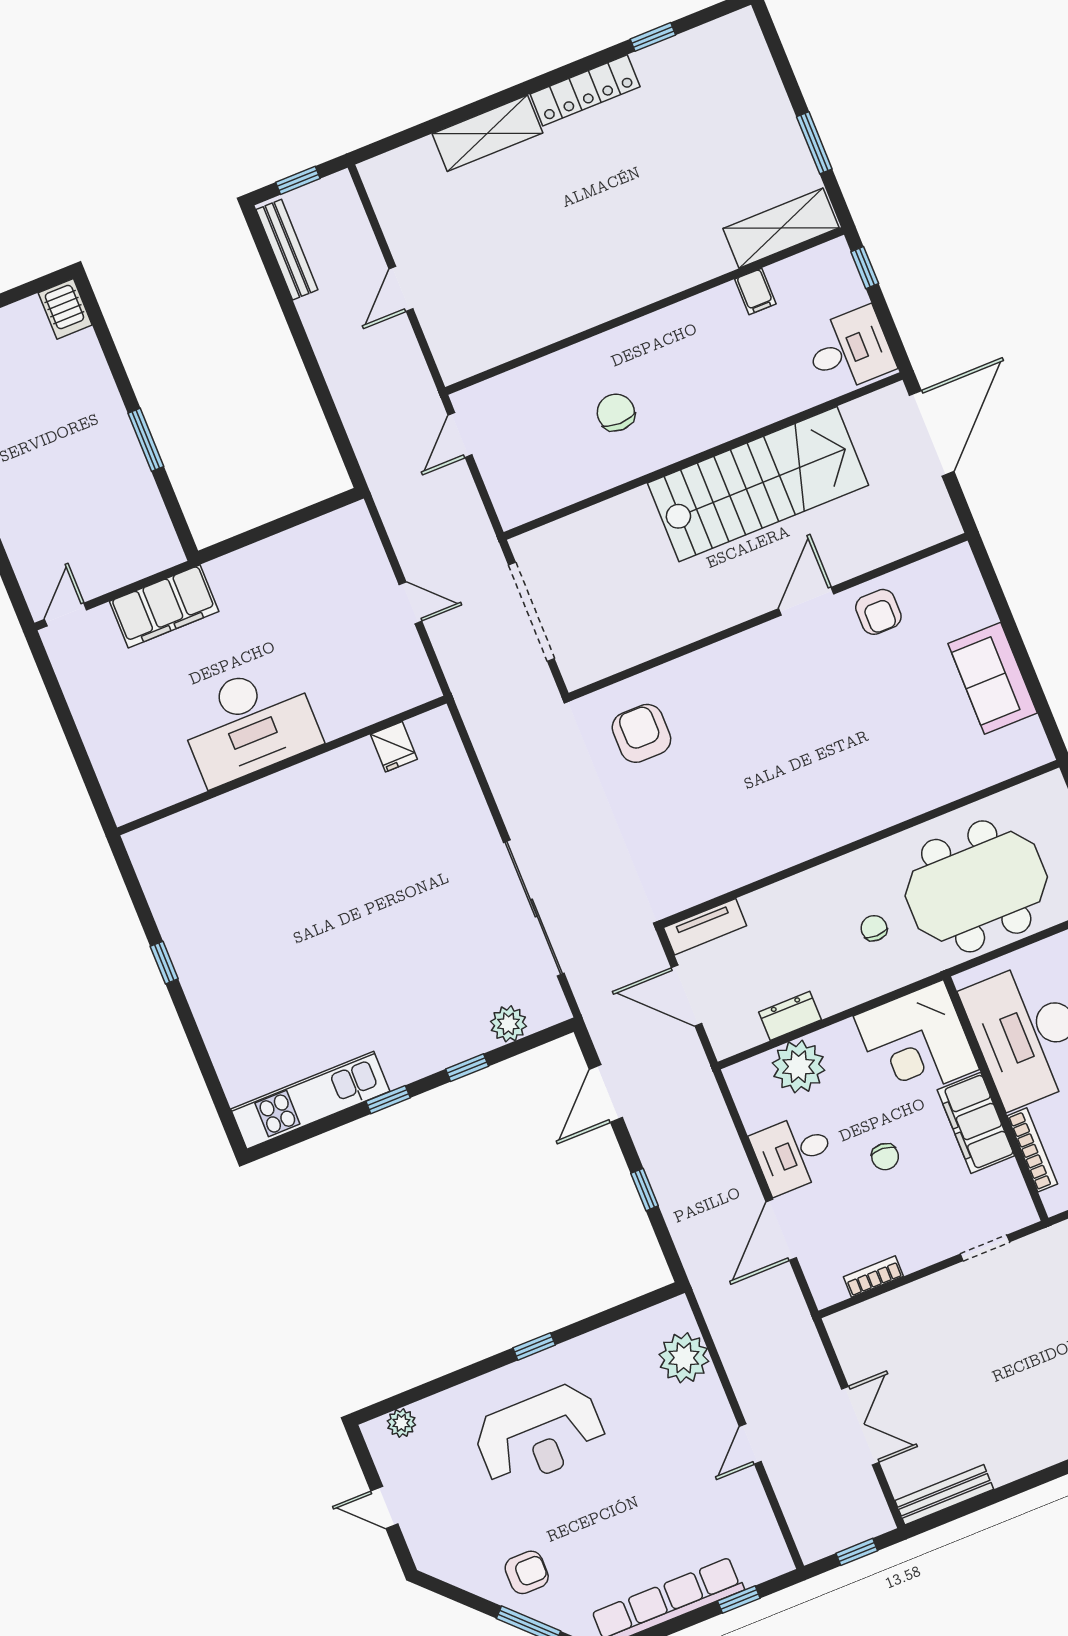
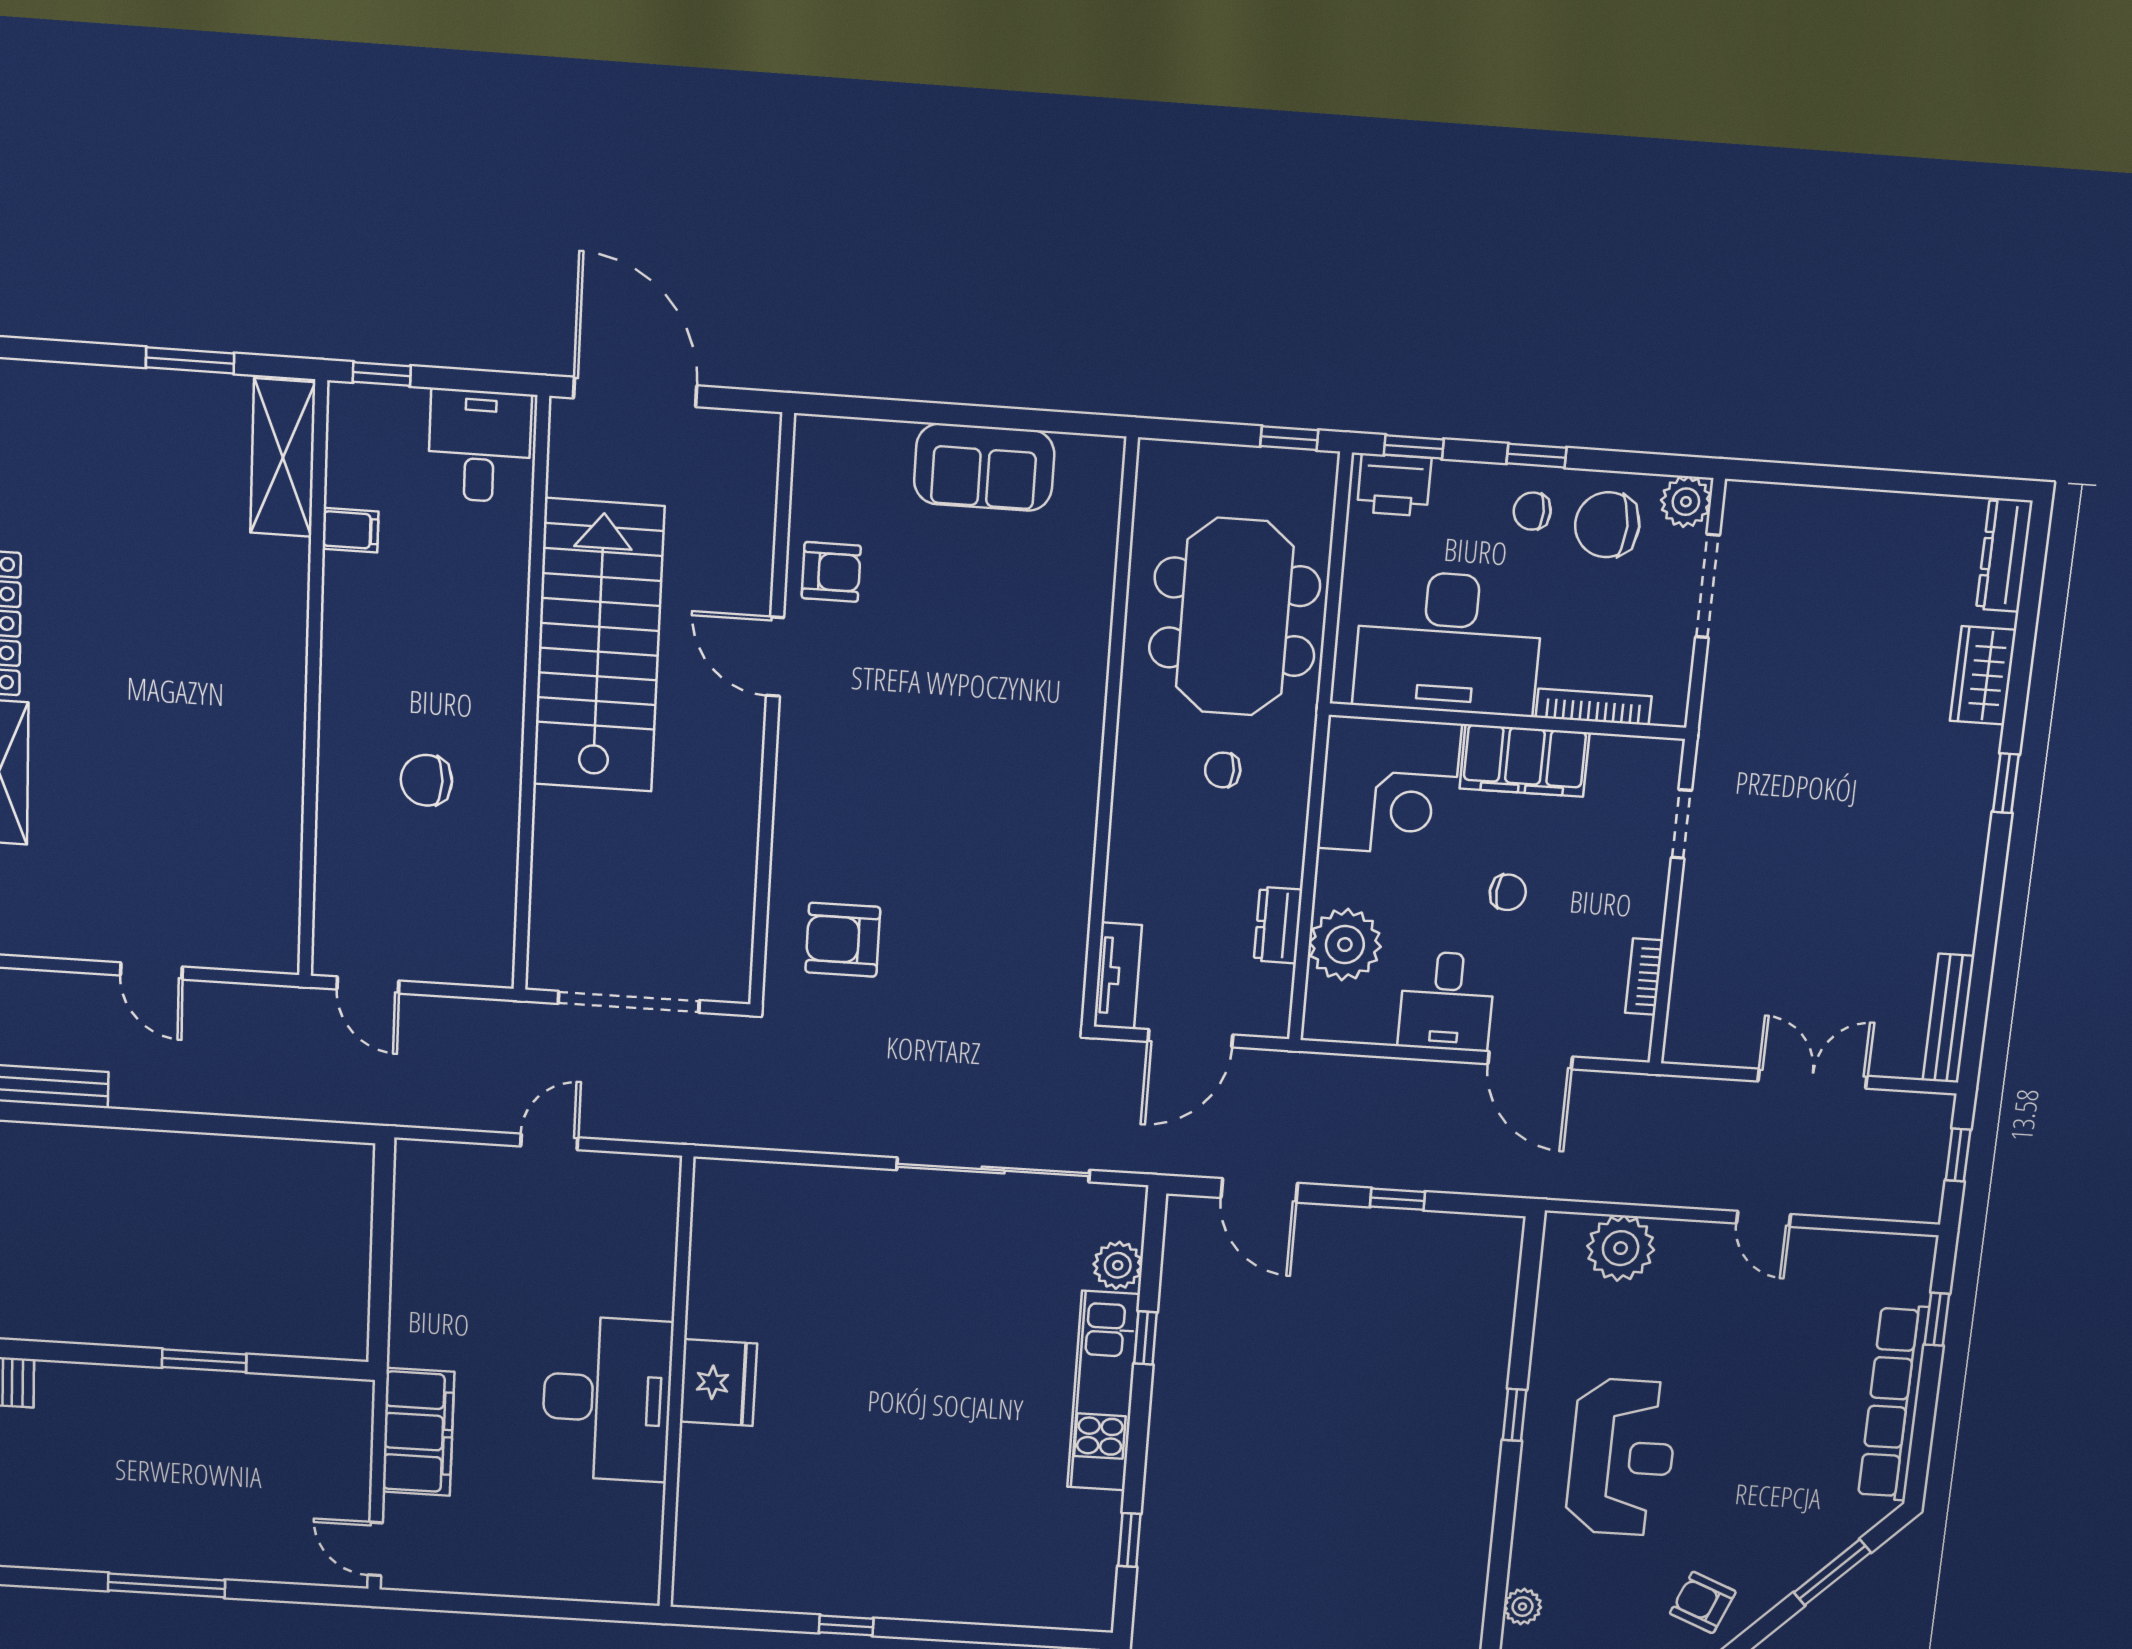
fridge: (394, 747) -> (718, 1383), moved, width x1.88, depth x1.34
kitchen unit: (310, 1100) -> (1103, 1391), moved
window: (388, 1100) -> (1129, 1540), moved
armchair: (527, 1572) -> (1703, 1602), moved, turned -68

